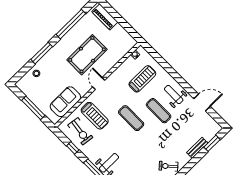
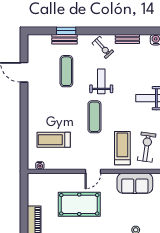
weight bench: (174, 95) -> (101, 81), moved, turned 180
exercise mat: (159, 111) -> (66, 71), moved
window: (212, 143) -> (66, 31), moved

